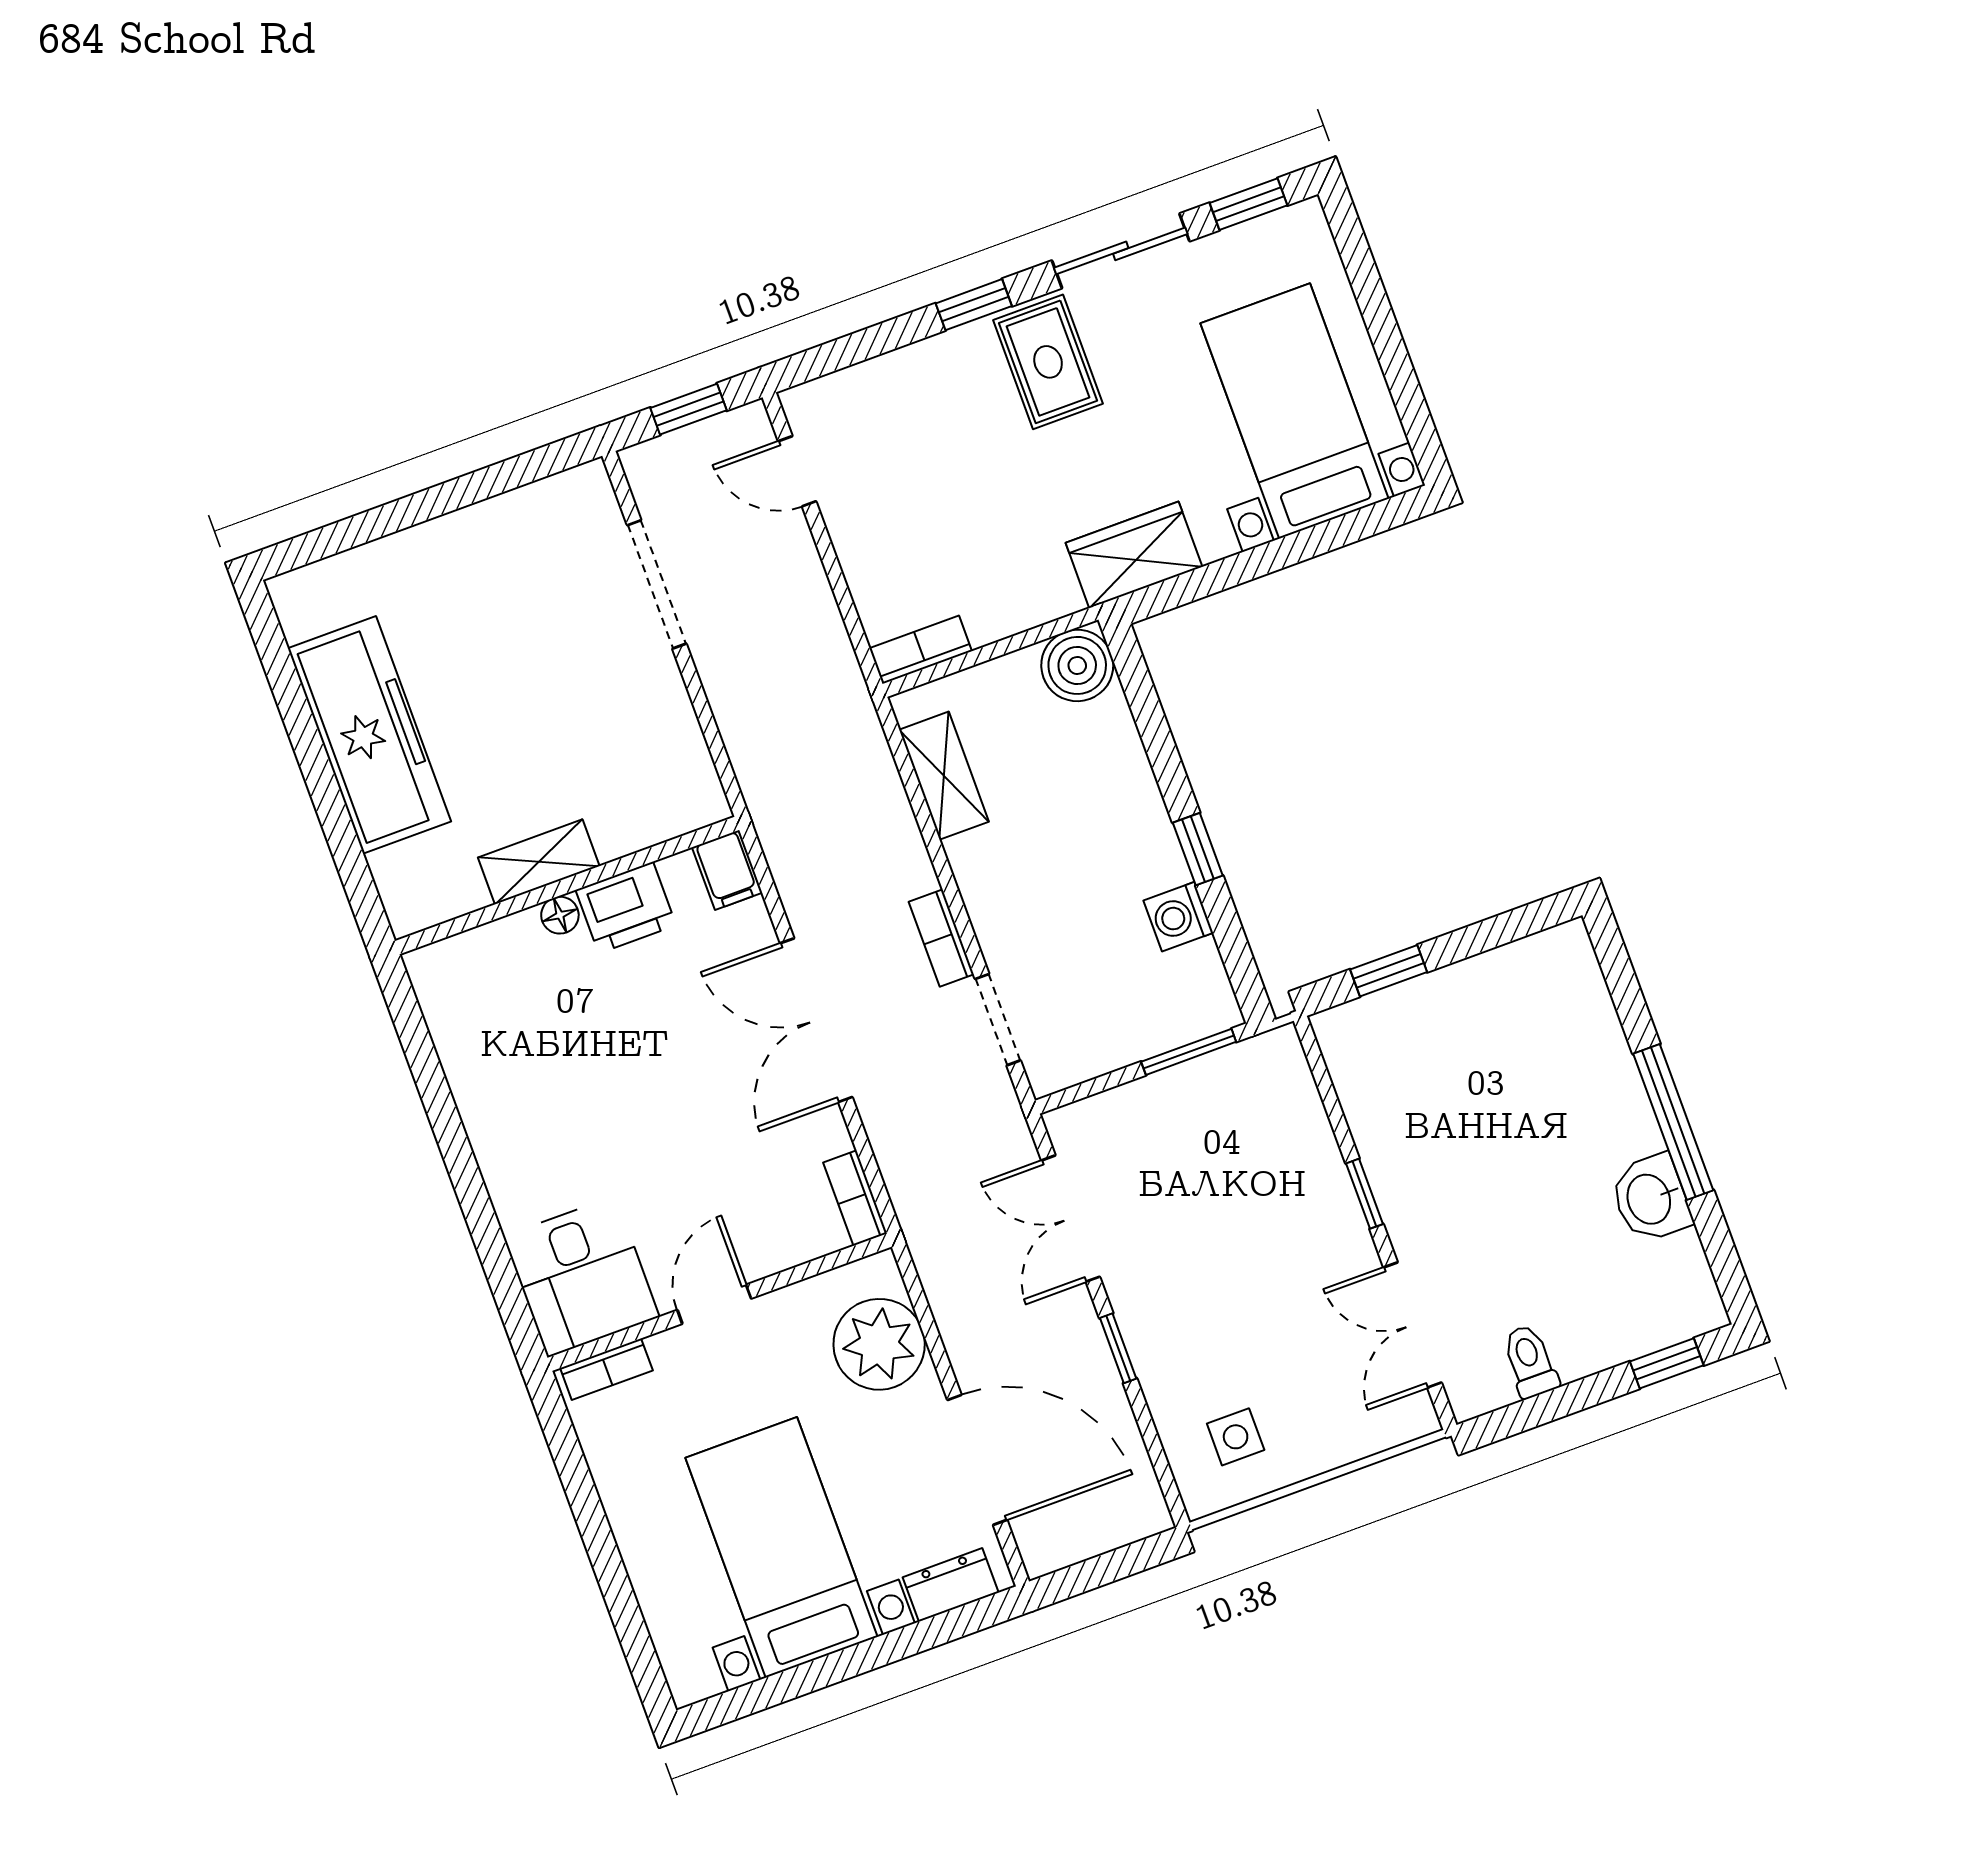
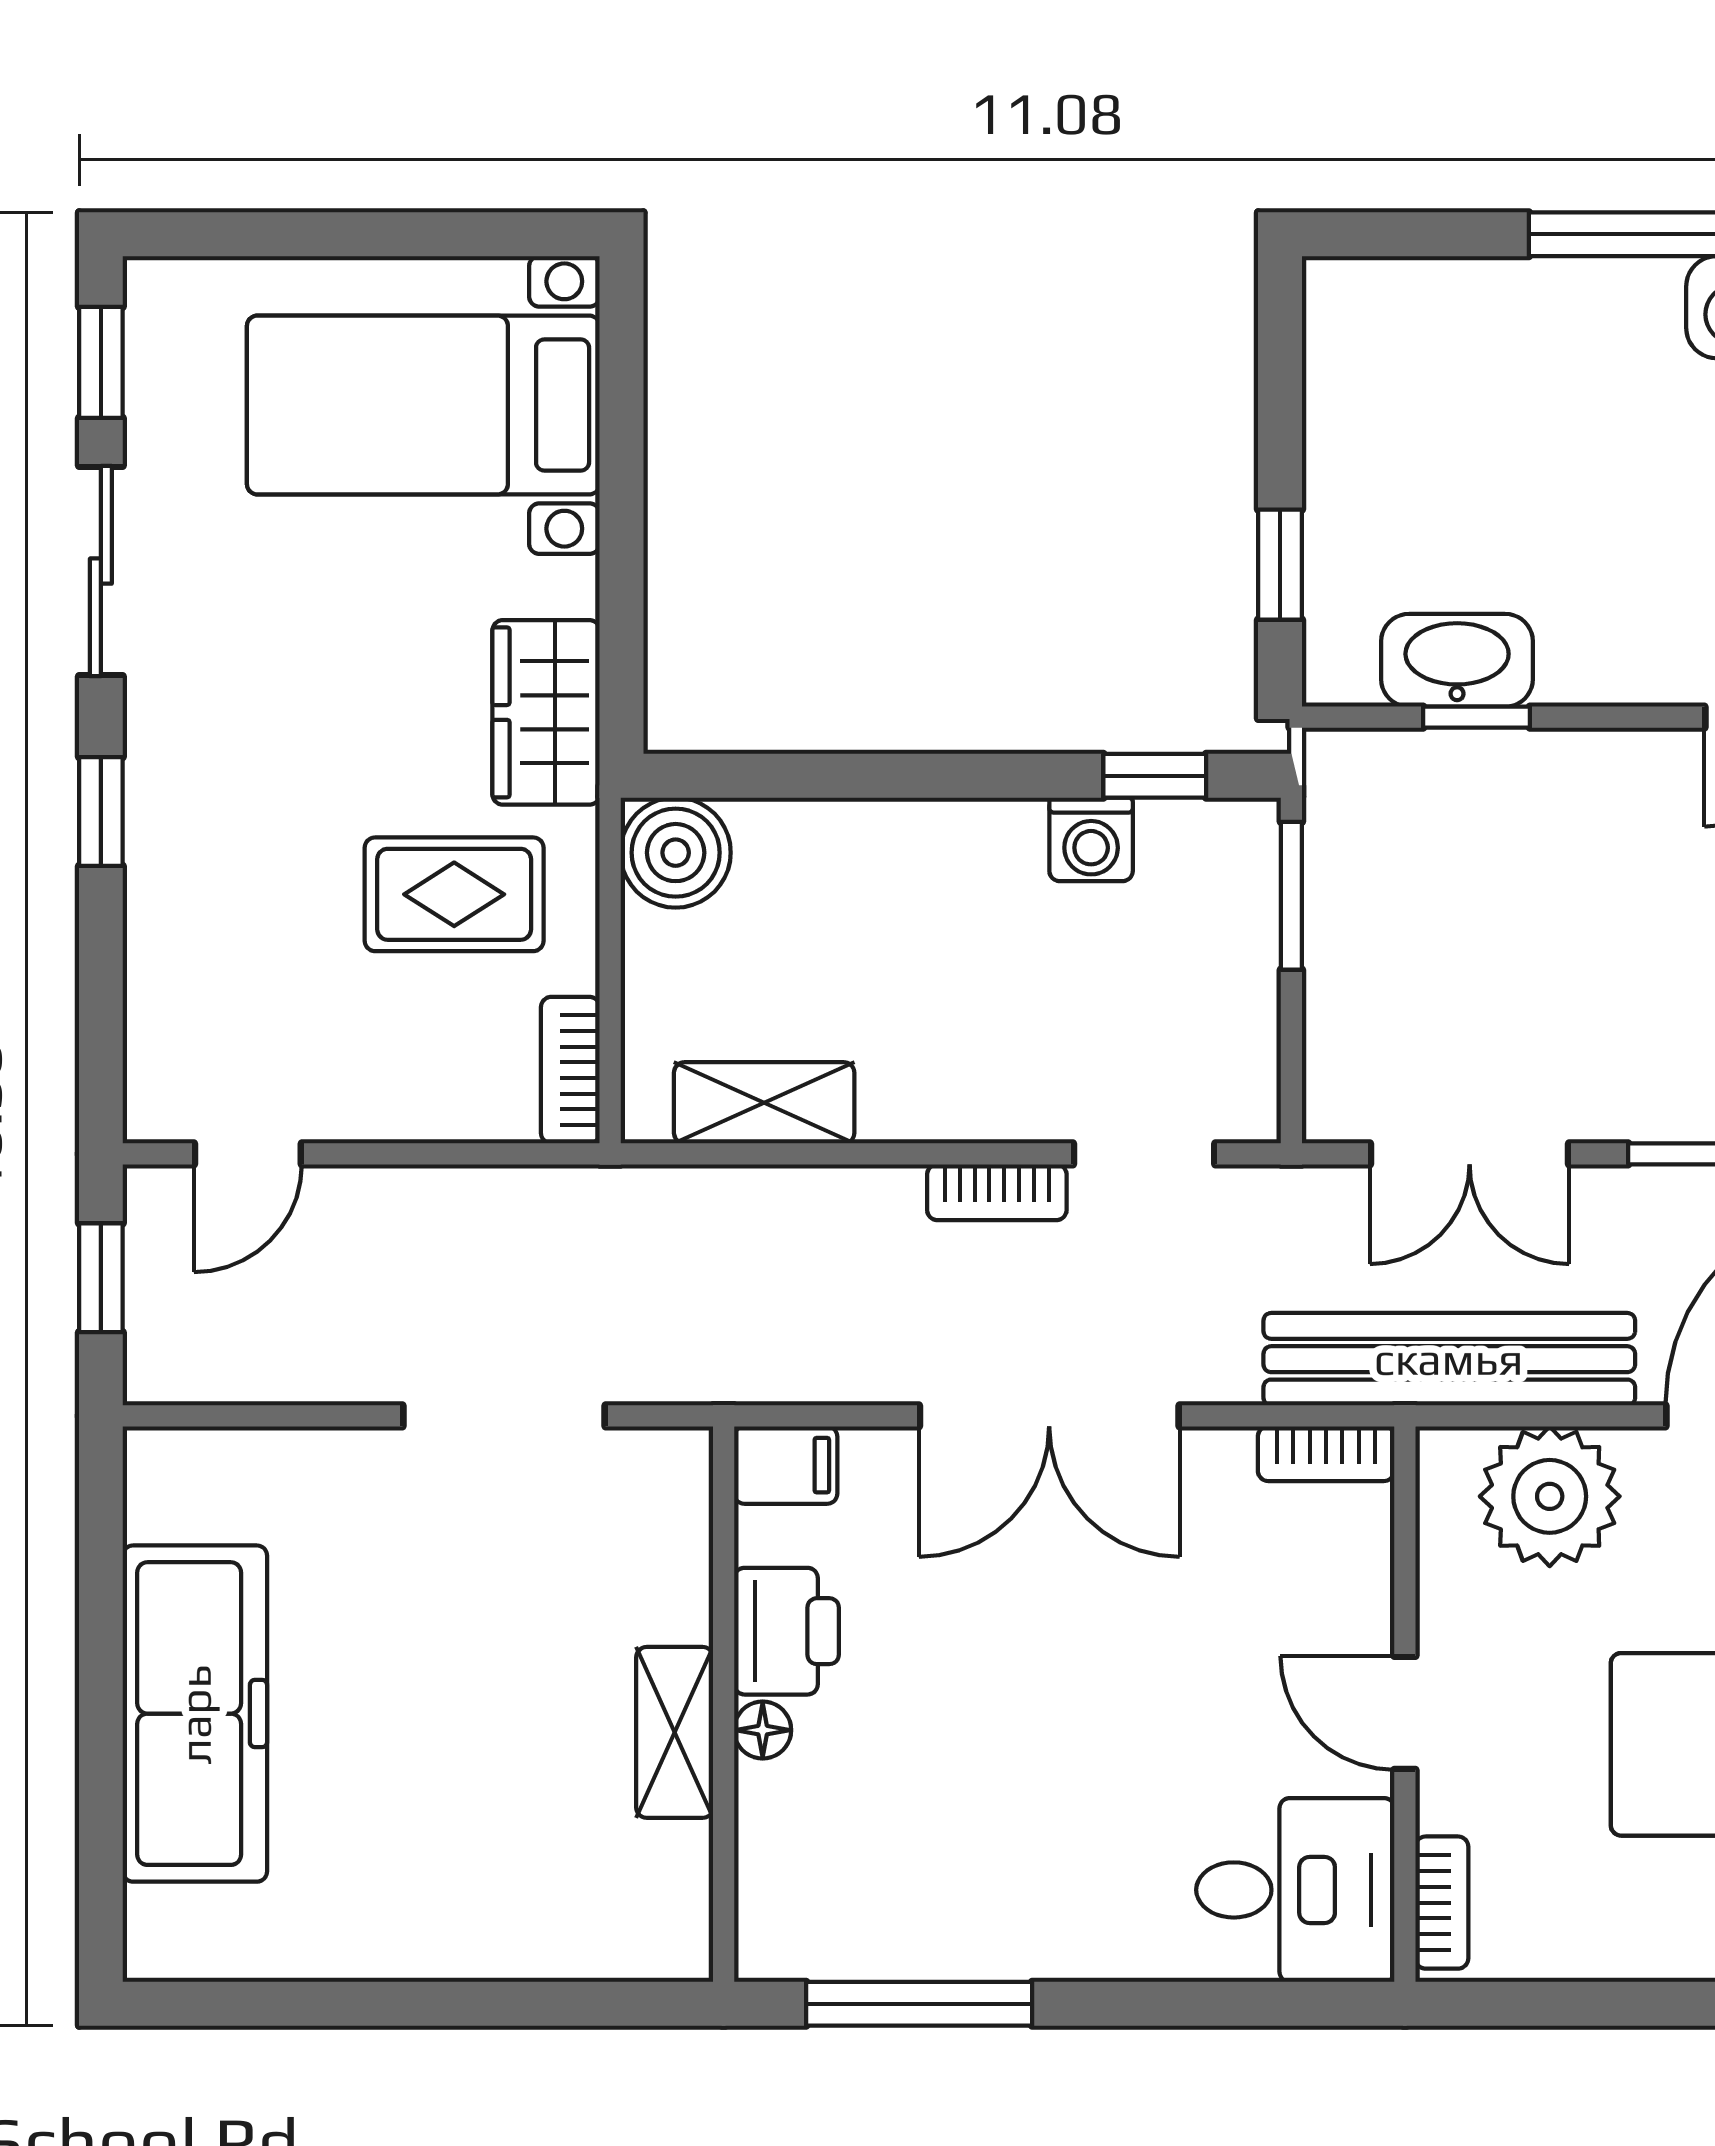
rug: (1048, 362) -> (454, 894), moved
doorway: (657, 584) -> (504, 1416), moved
freezer: (369, 735) -> (195, 1714), moved, turned 90
window: (1198, 849) -> (1155, 776), moved
window: (428, 1072) -> (919, 2004), added
washbasin: (1370, 1100) -> (1457, 660), added
window: (1364, 1194) -> (1476, 717), moved
bench: (941, 1252) -> (1449, 1359), added

